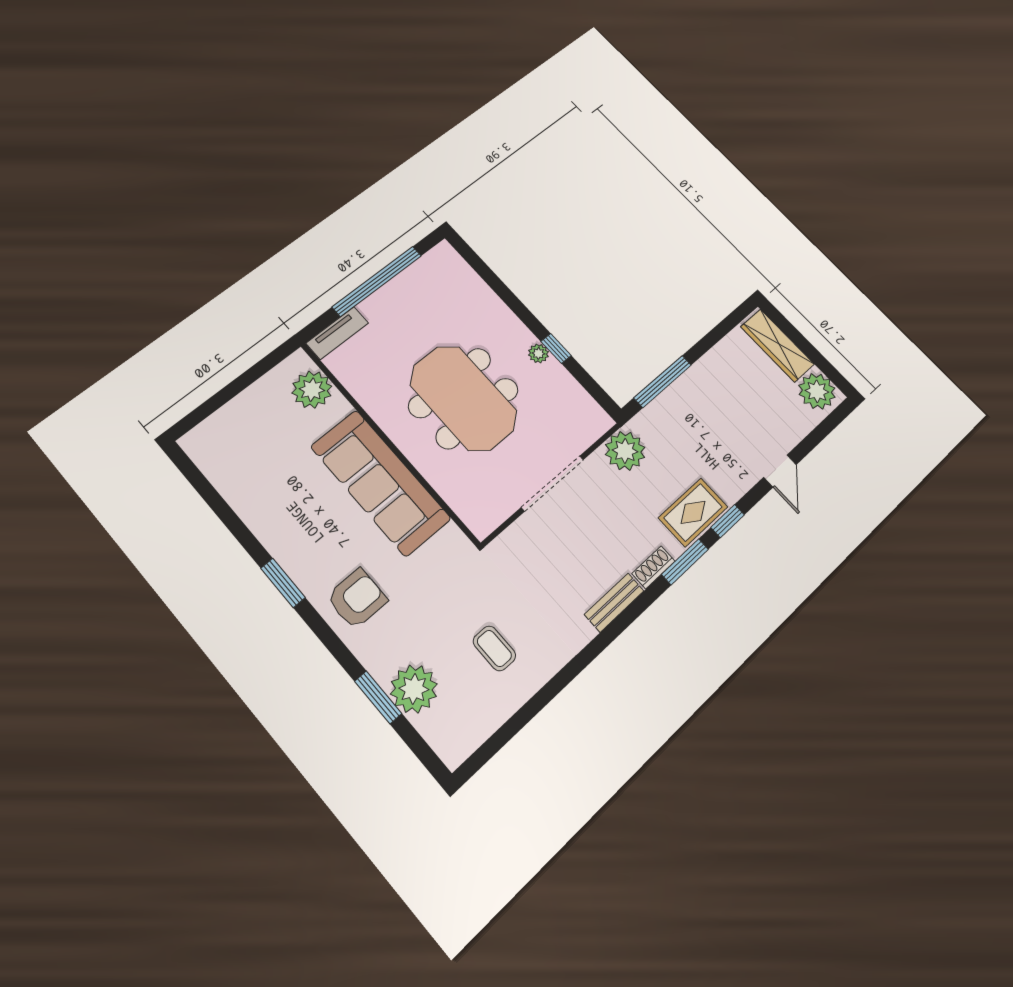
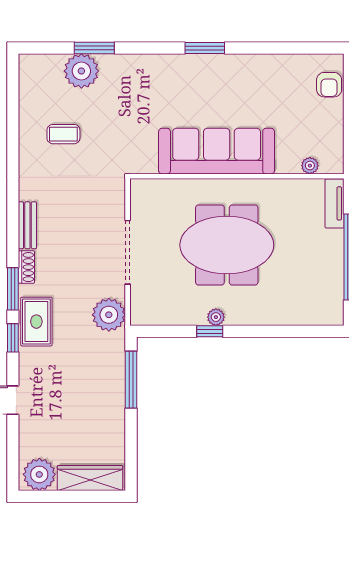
plant: (312, 390) -> (310, 166), width x0.53, depth x0.53
armchair: (357, 599) -> (329, 85), moved, width x0.72, depth x0.72

